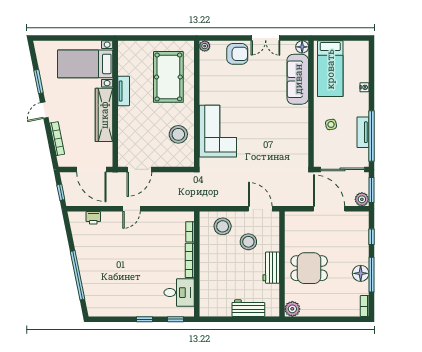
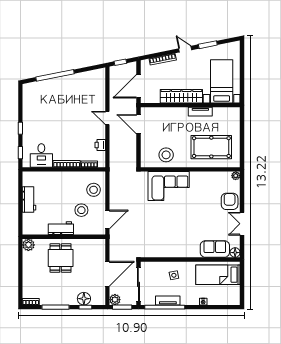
armchair: (237, 54) -> (230, 201), turned 180
sofa: (298, 79) -> (215, 249), width x0.73
printer: (93, 218) -> (100, 145), moved
floor lamp: (361, 273) -> (84, 299), moved
workbench: (248, 308) -> (29, 199), moved

